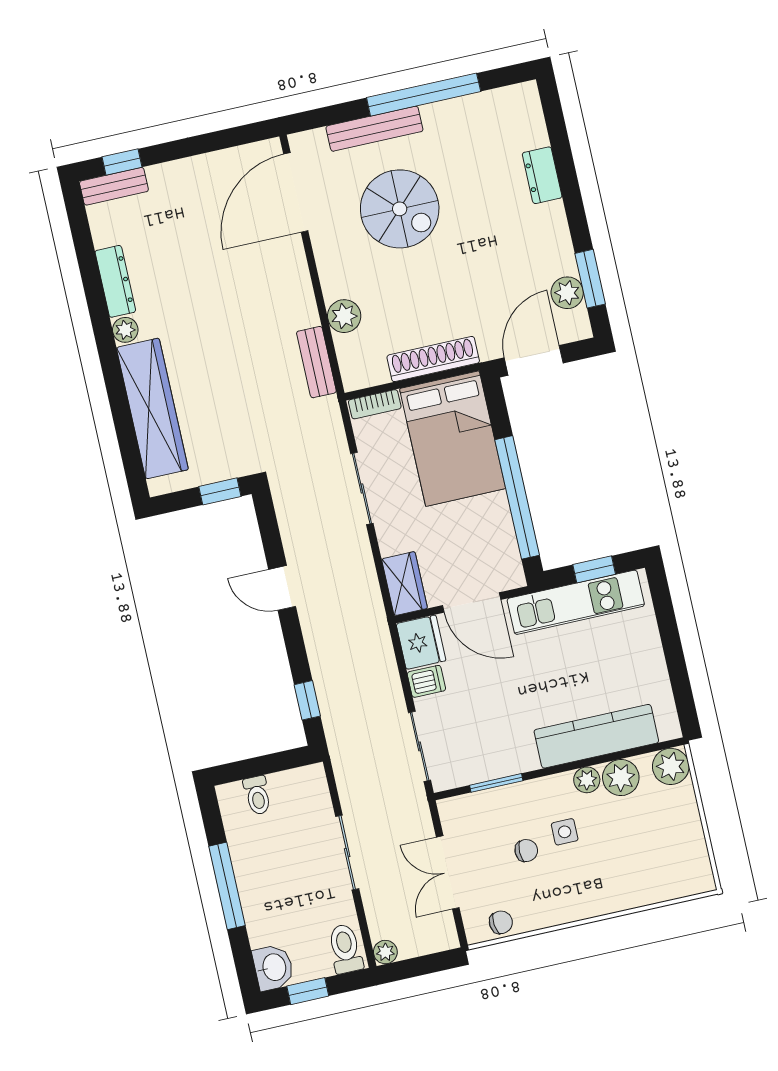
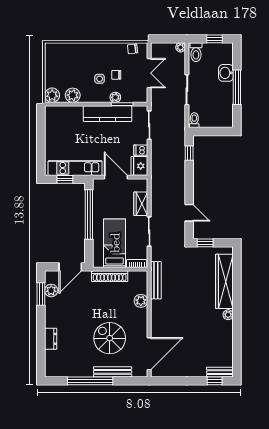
dresser: (115, 281) -> (228, 335), removed
bench: (316, 362) -> (156, 280), width x1.36
bed: (453, 439) -> (115, 243), width x0.67
wardrobe: (404, 584) -> (141, 204), moved
door: (282, 588) -> (189, 213), moved
kitchen counter: (596, 736) -> (108, 114), moved
plant: (587, 780) -> (115, 97), moved
toilet: (257, 795) -> (194, 120), moved
washbasin: (273, 967) -> (226, 73), moved

